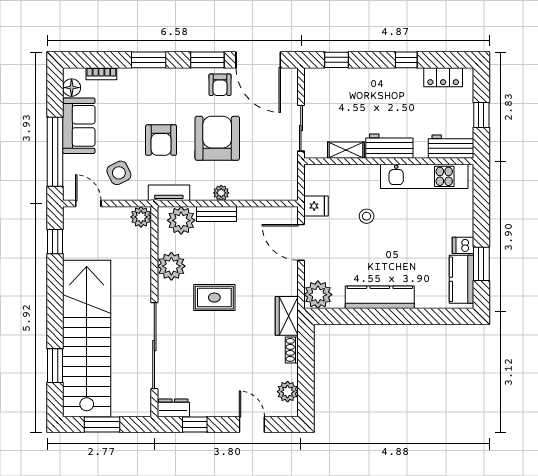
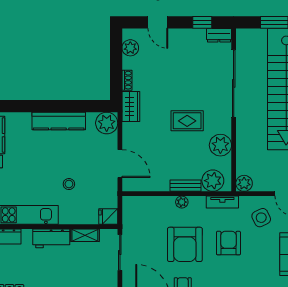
fridge: (316, 206) -> (108, 217), moved

